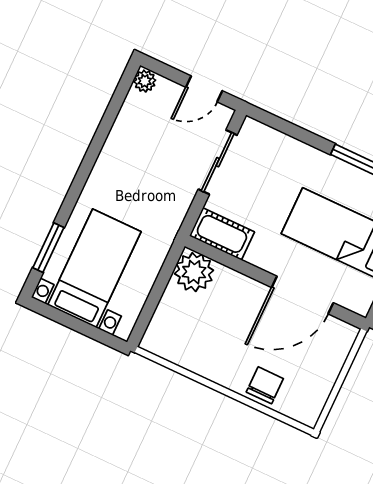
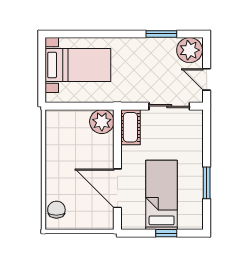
plant: (145, 81) -> (190, 50), width x1.87, depth x1.87
window: (48, 248) -> (161, 34), moved
chair: (265, 385) -> (56, 210), moved, turned -90

